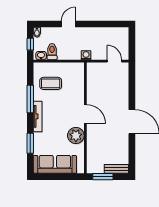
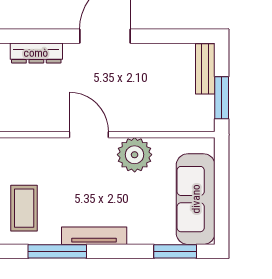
dresser: (124, 89) -> (36, 53), added
door: (85, 114) -> (89, 135), hinge flipped
window: (30, 143) -> (175, 251), moved

